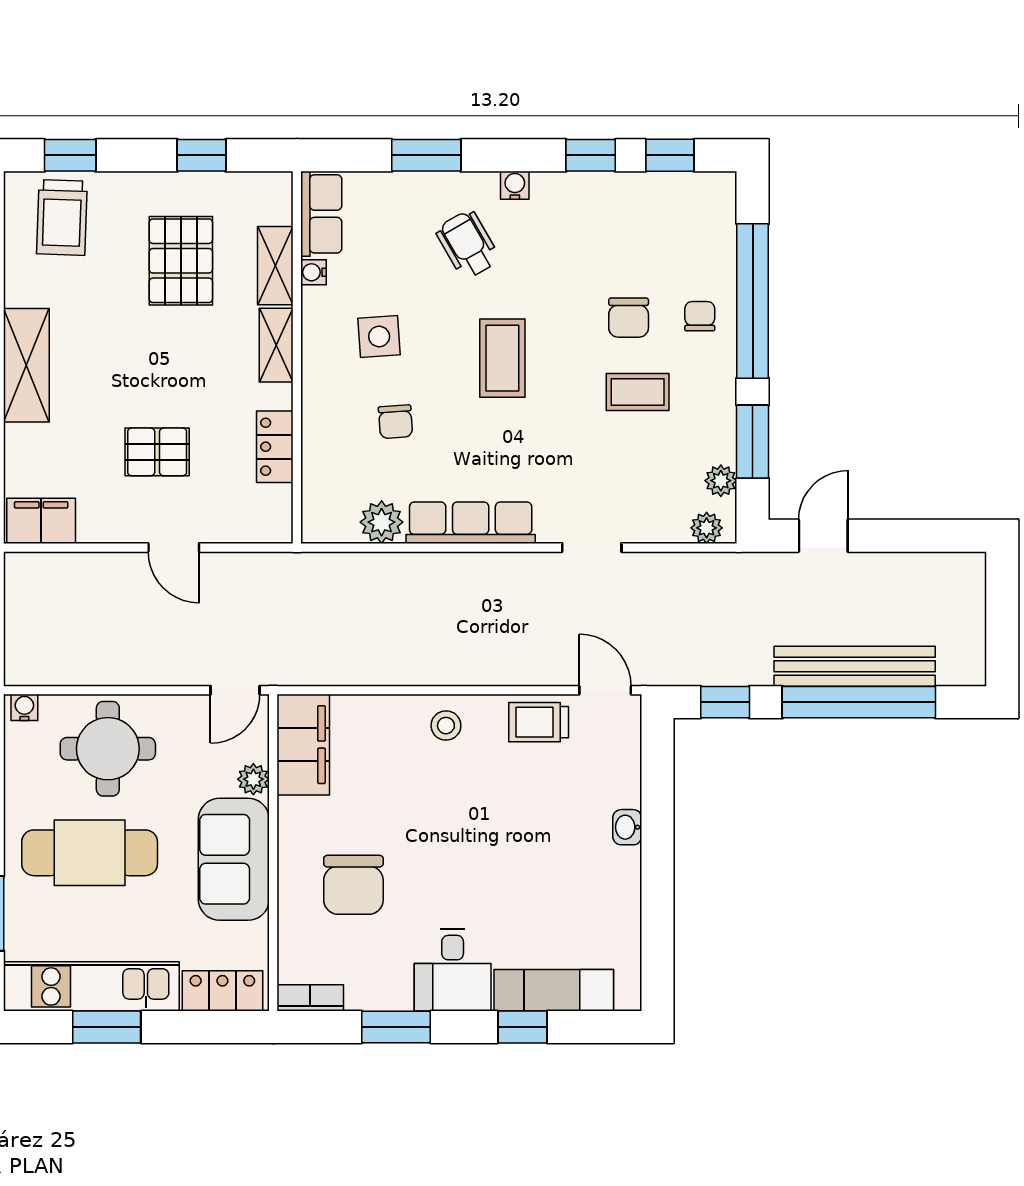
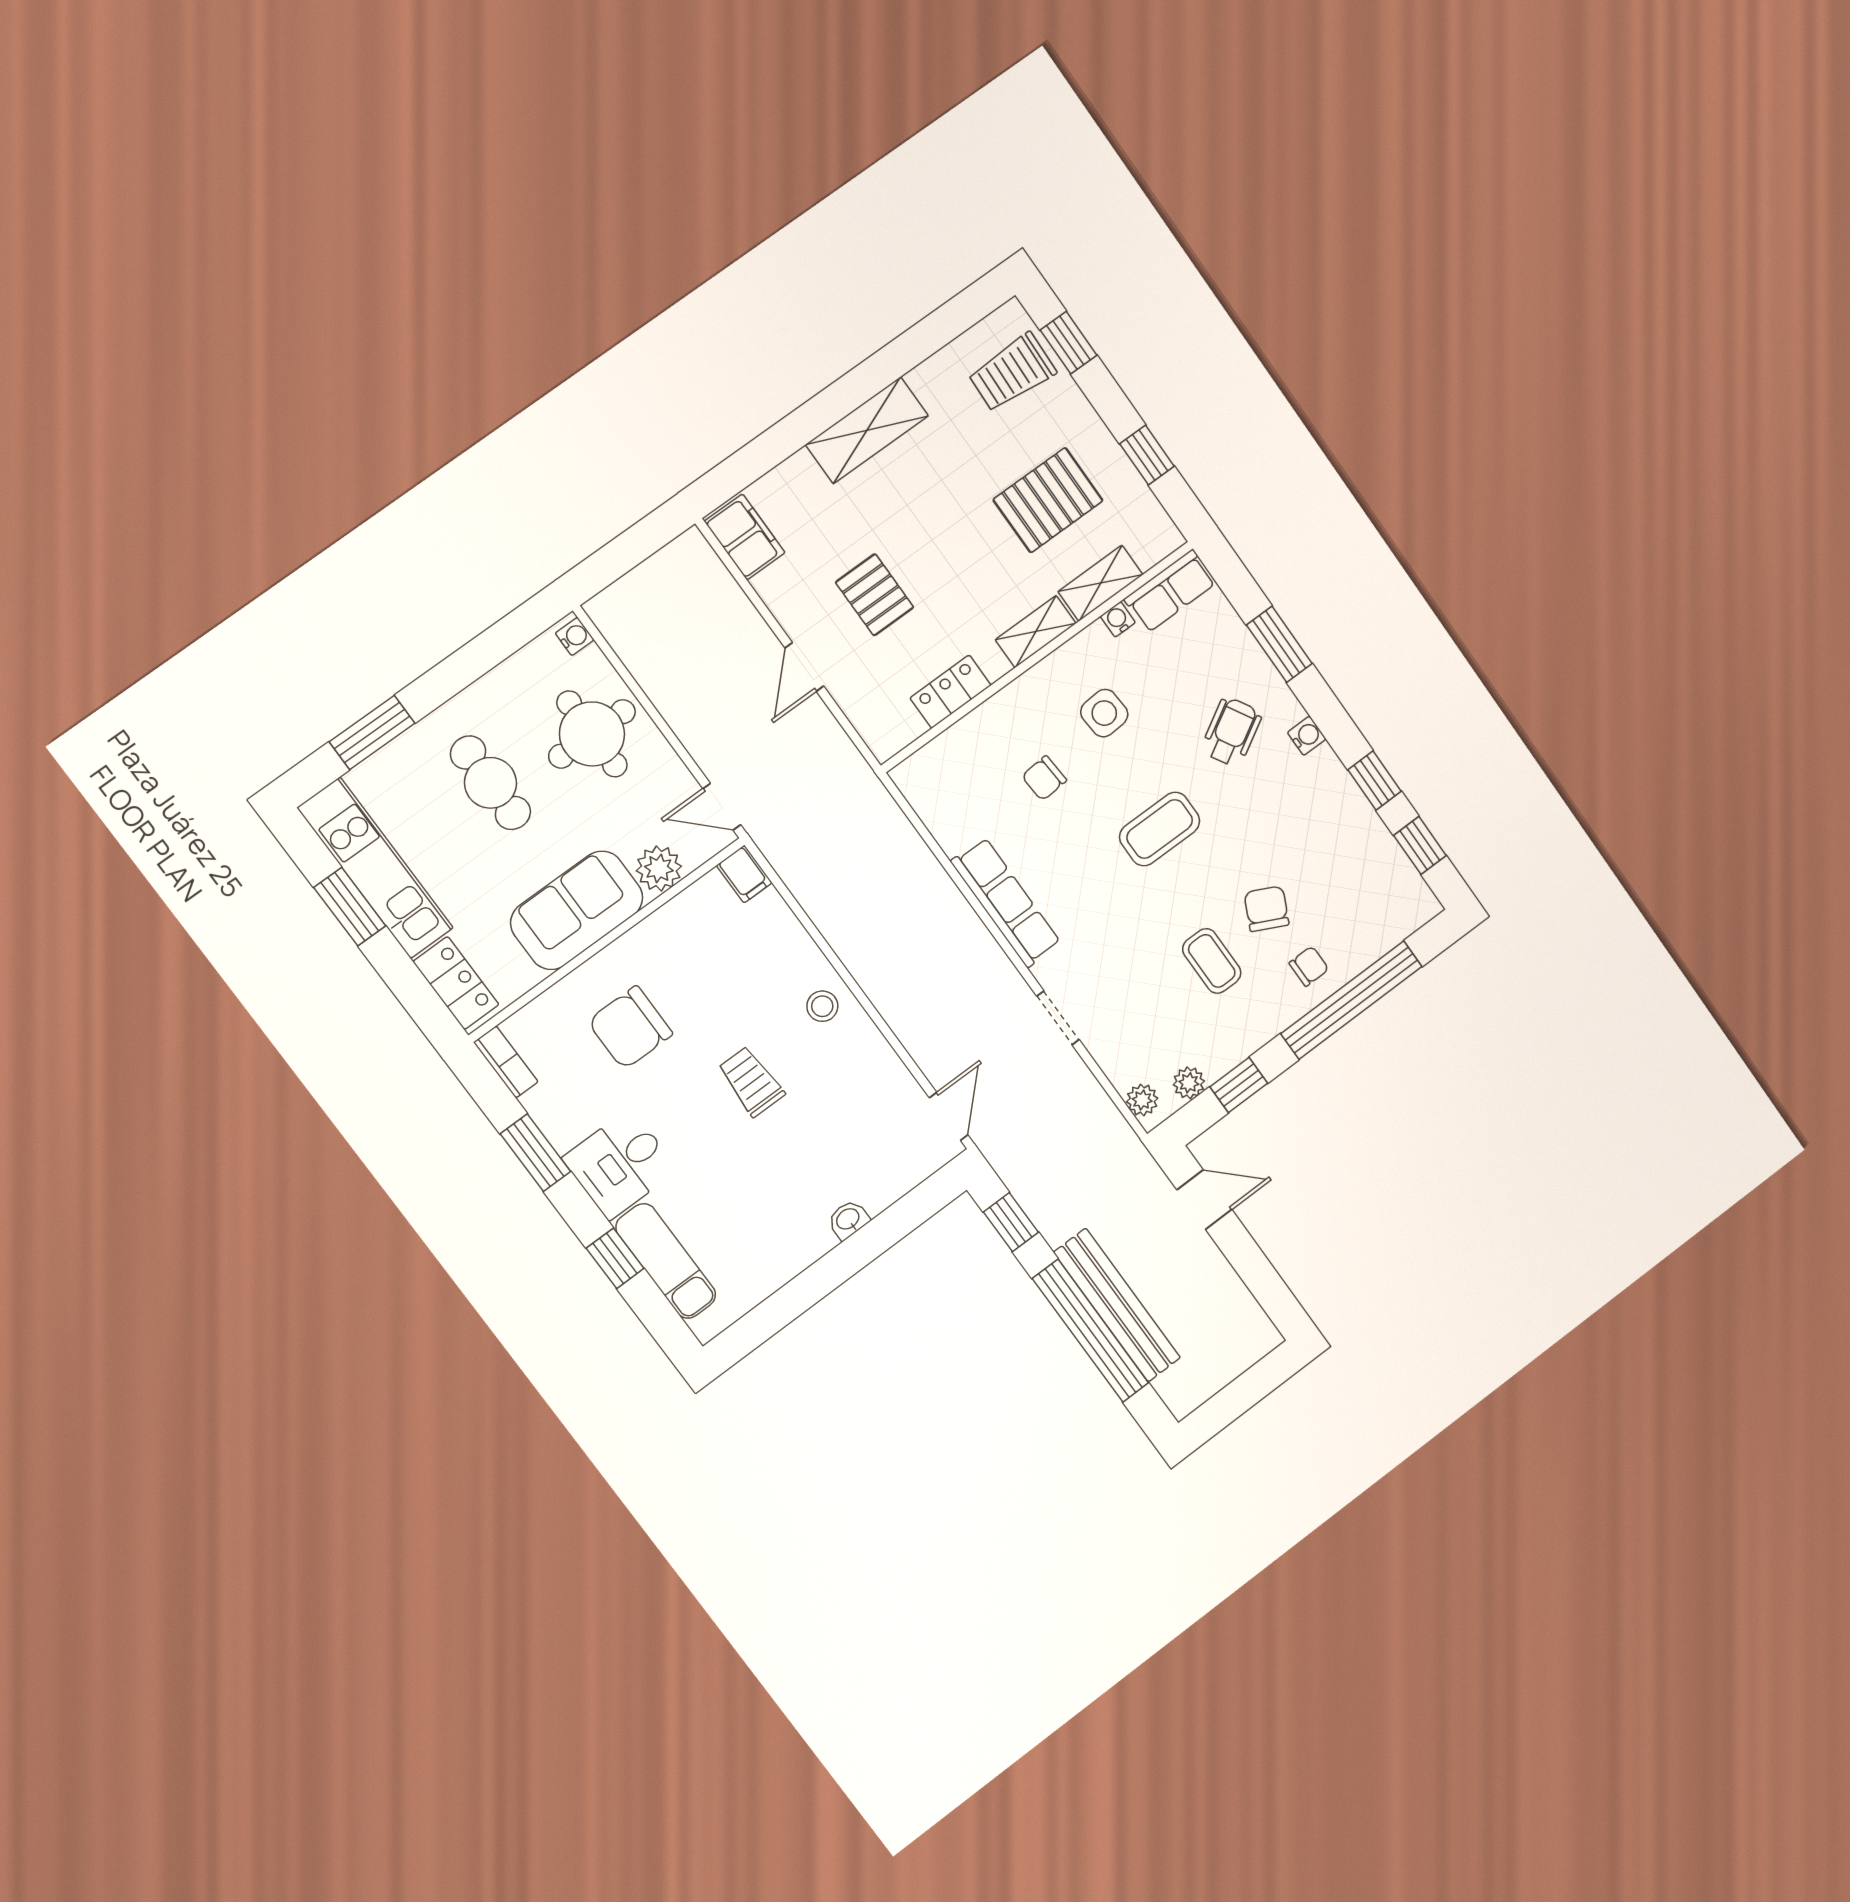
chair: (629, 318) -> (1266, 909), turned 116
window: (753, 442) -> (1239, 1085), width x0.67
plant: (382, 522) -> (953, 827), removed
trolley: (539, 722) -> (751, 1081), moved
filing cabinet: (303, 745) -> (744, 874), width x0.33, depth x0.86
plant: (253, 779) -> (659, 869), width x1.38, depth x1.38
cafe table: (90, 853) -> (490, 783), width x0.73, depth x0.74

